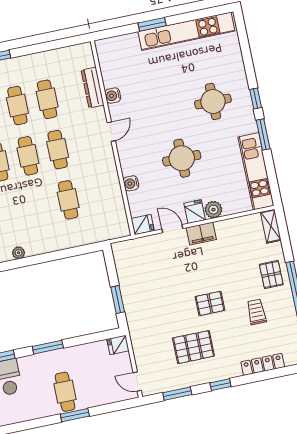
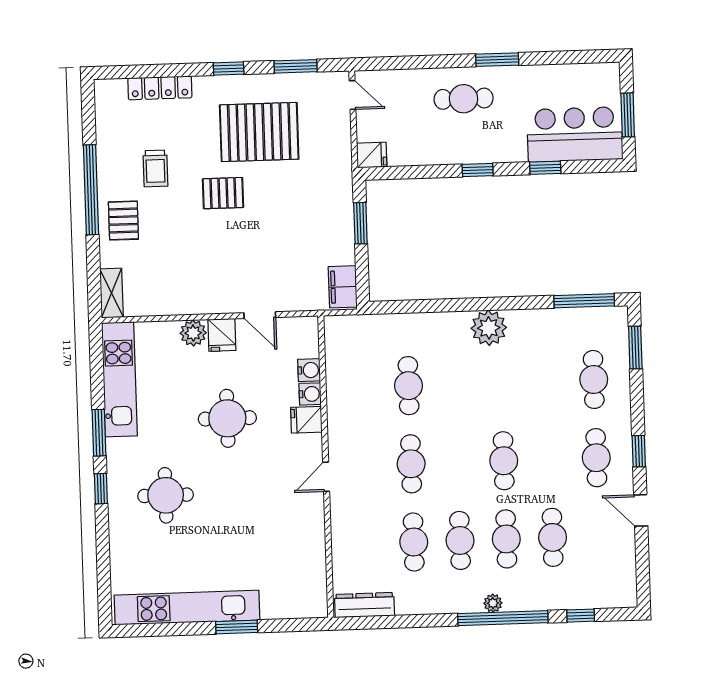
dresser: (93, 88) -> (365, 605), moved, turned -90
water cooler: (113, 96) -> (309, 370), moved
cafe table: (28, 156) -> (457, 462), removed
fridge: (143, 225) -> (306, 420), moved
filing cabinet: (201, 234) -> (343, 287), moved, turned -90
plant: (19, 253) -> (489, 328), width x1.87, depth x1.87
window: (48, 347) -> (478, 170), width x0.67
pallet: (193, 347) -> (259, 132), width x1.37, depth x1.41
cafe table: (65, 392) -> (464, 99), turned 90
window: (75, 415) -> (497, 60), moved

